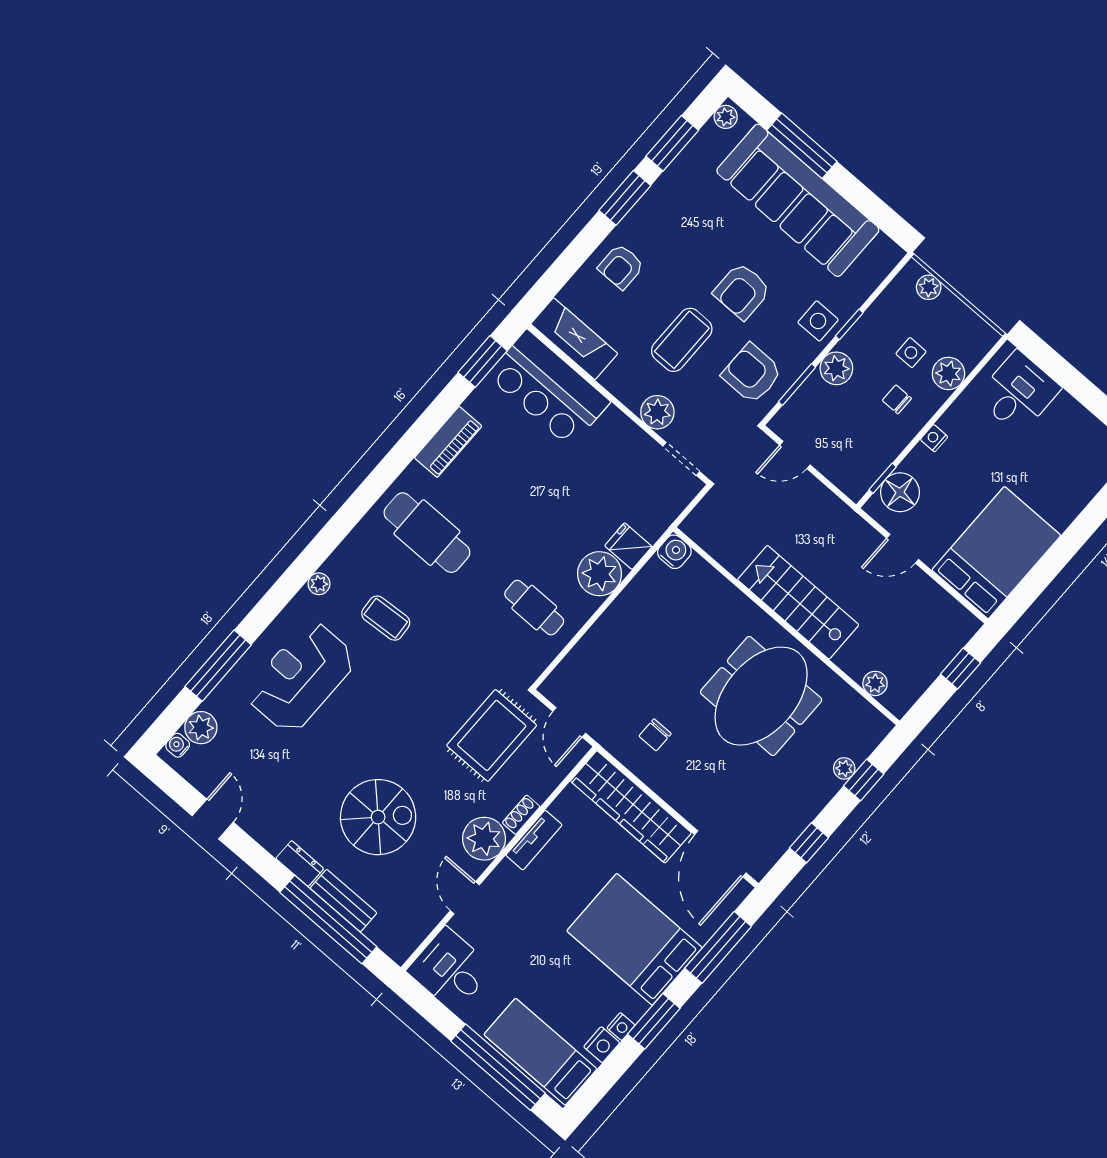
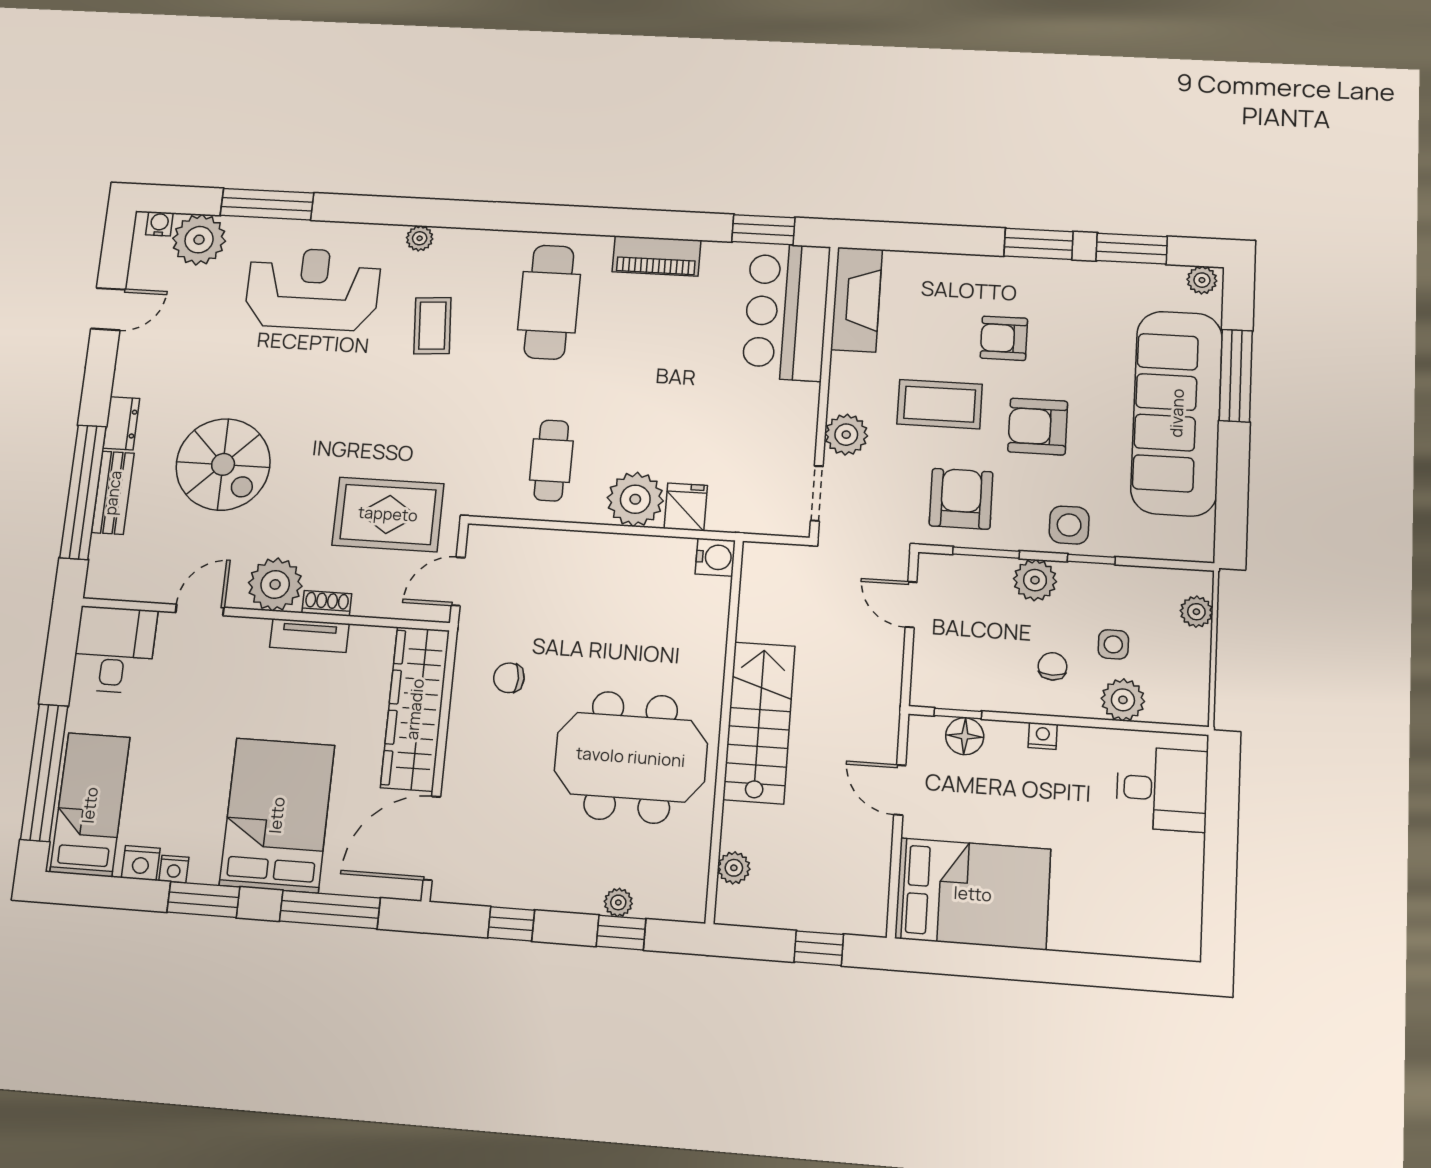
armchair: (621, 267) -> (1004, 338), moved
floor lamp: (900, 492) -> (965, 736), width x0.73, depth x0.73
plant: (201, 728) -> (199, 240), width x1.36, depth x1.36

